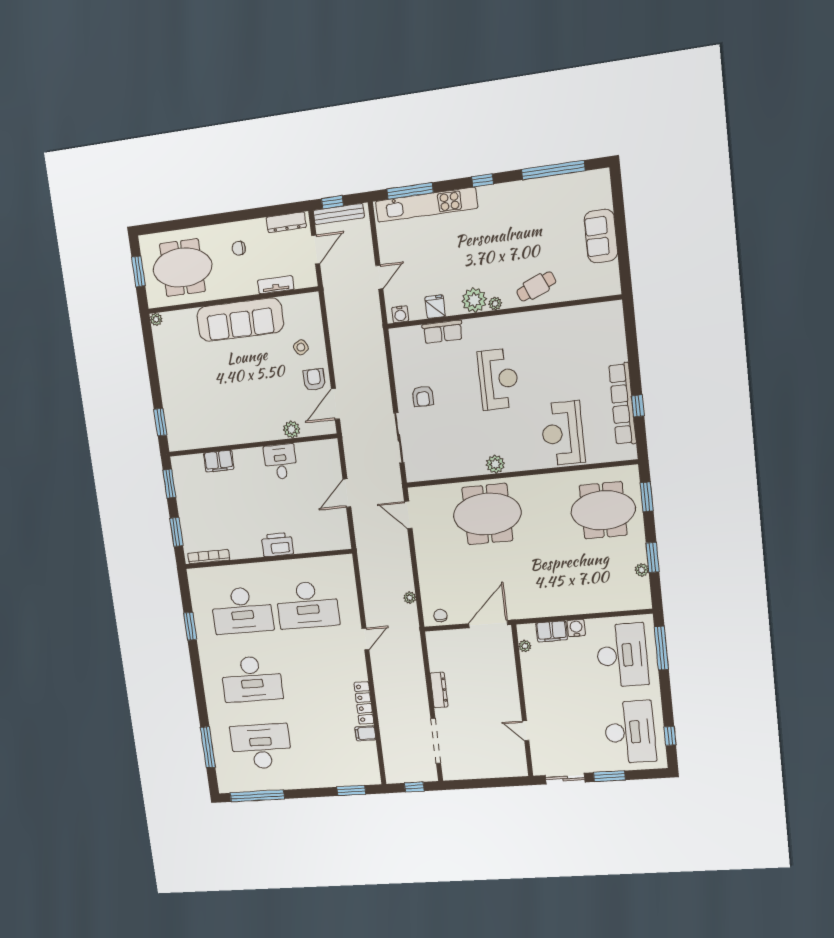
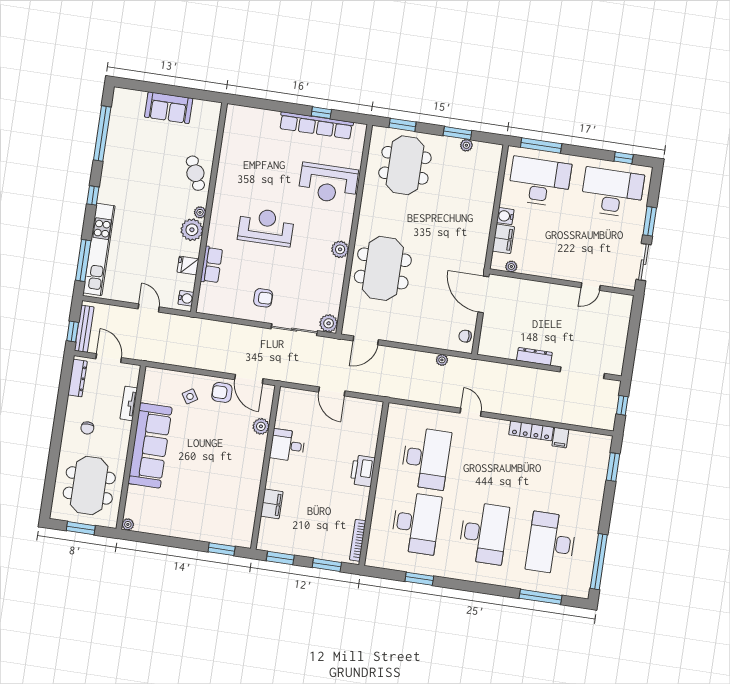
plant: (415, 472) -> (329, 323), added

